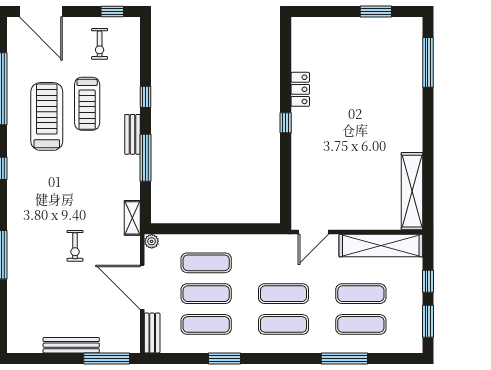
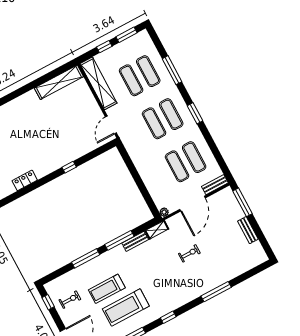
locker: (300, 89) -> (25, 180), moved
window: (146, 97) -> (86, 258), width x2.17
treadmill: (87, 104) -> (107, 289), turned 180
window: (286, 123) -> (69, 167), moved
bench: (132, 134) -> (135, 241), moved
door: (313, 232) -> (111, 125), swing flipped
exercise mat: (206, 263) -> (160, 175), removed
bench: (71, 345) -> (248, 230), width x0.73
window: (224, 358) -> (195, 113), moved

